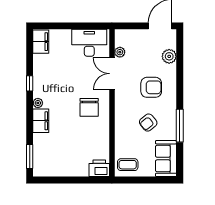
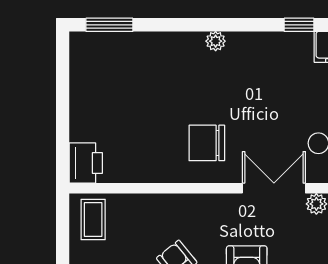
window: (30, 83) -> (299, 25), moved
filing cabinet: (41, 121) -> (180, 47), removed

